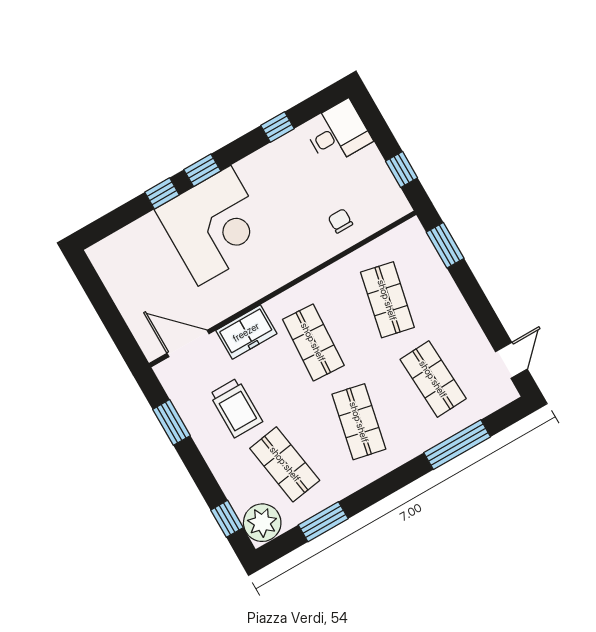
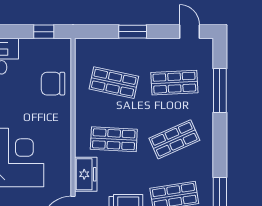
chair: (340, 221) -> (53, 84), width x1.87, depth x1.87
window: (445, 245) -> (133, 32), moved
shop shelf: (359, 422) -> (174, 139), turned -36

